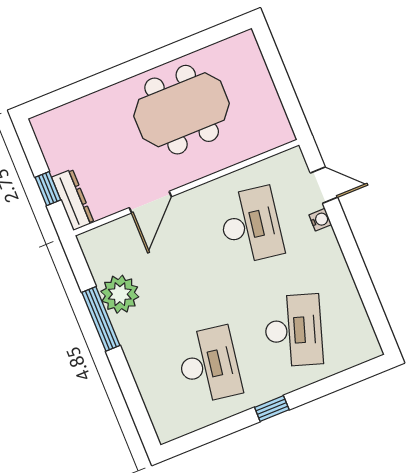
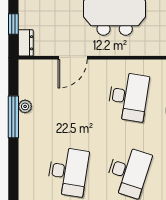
dresser: (73, 200) -> (26, 43), width x0.70
plant: (120, 294) -> (25, 106), width x0.53, depth x0.53

